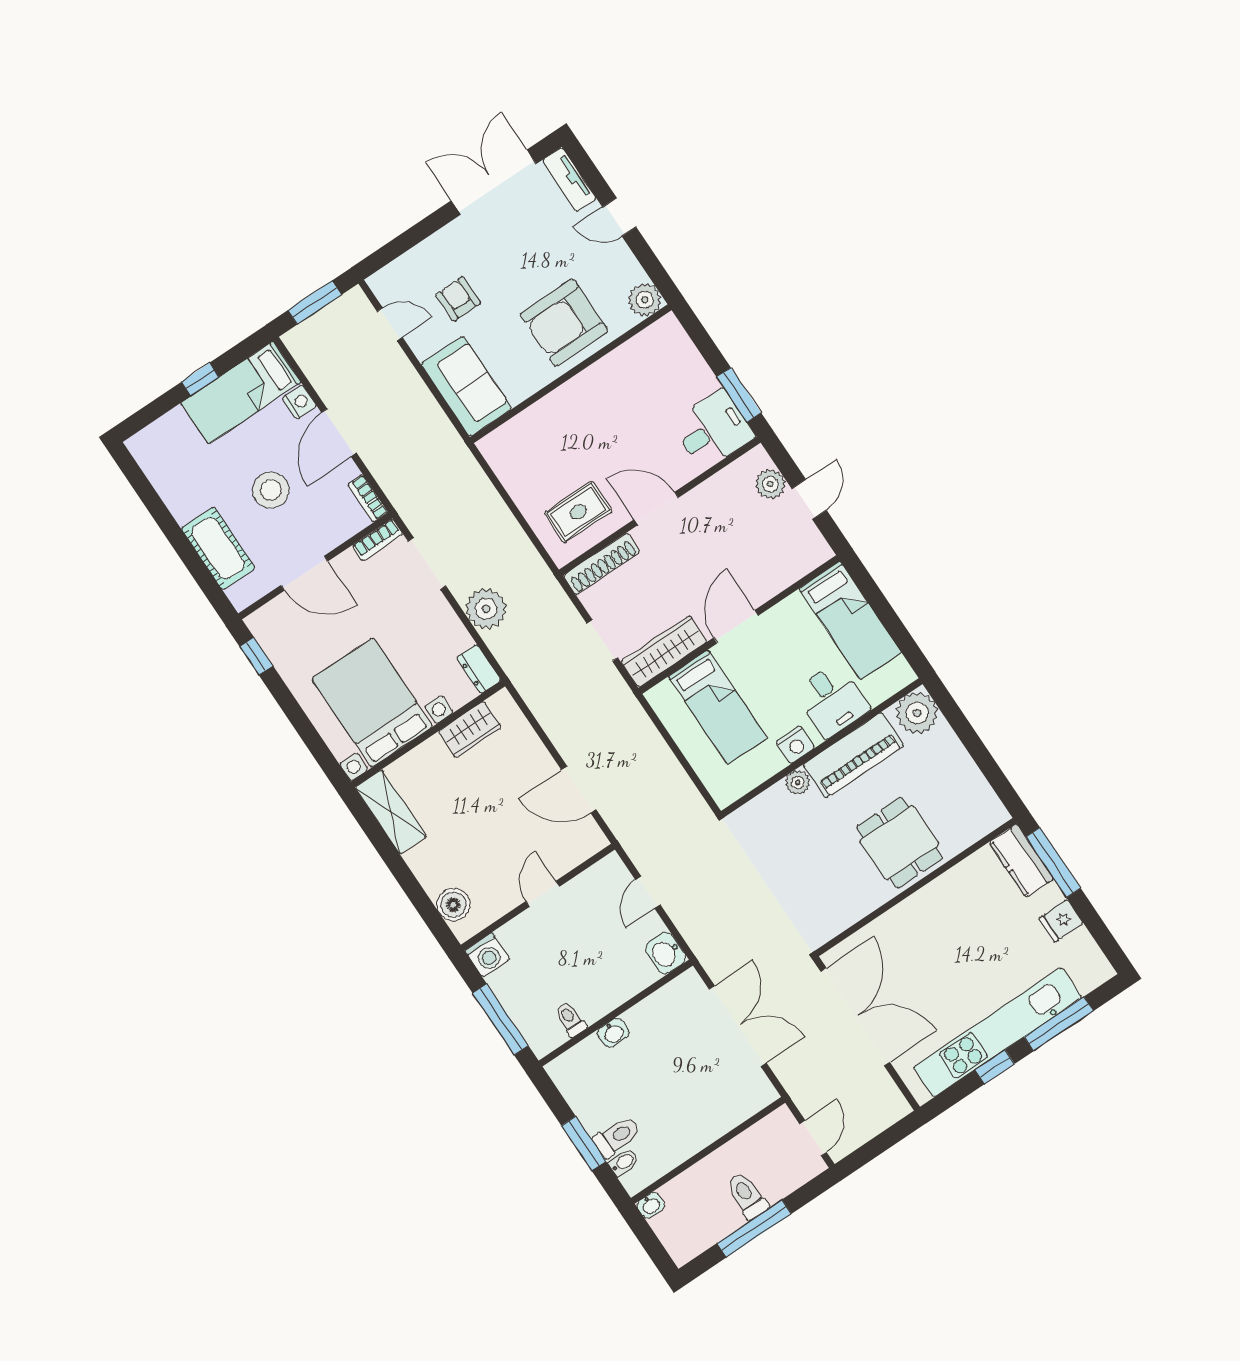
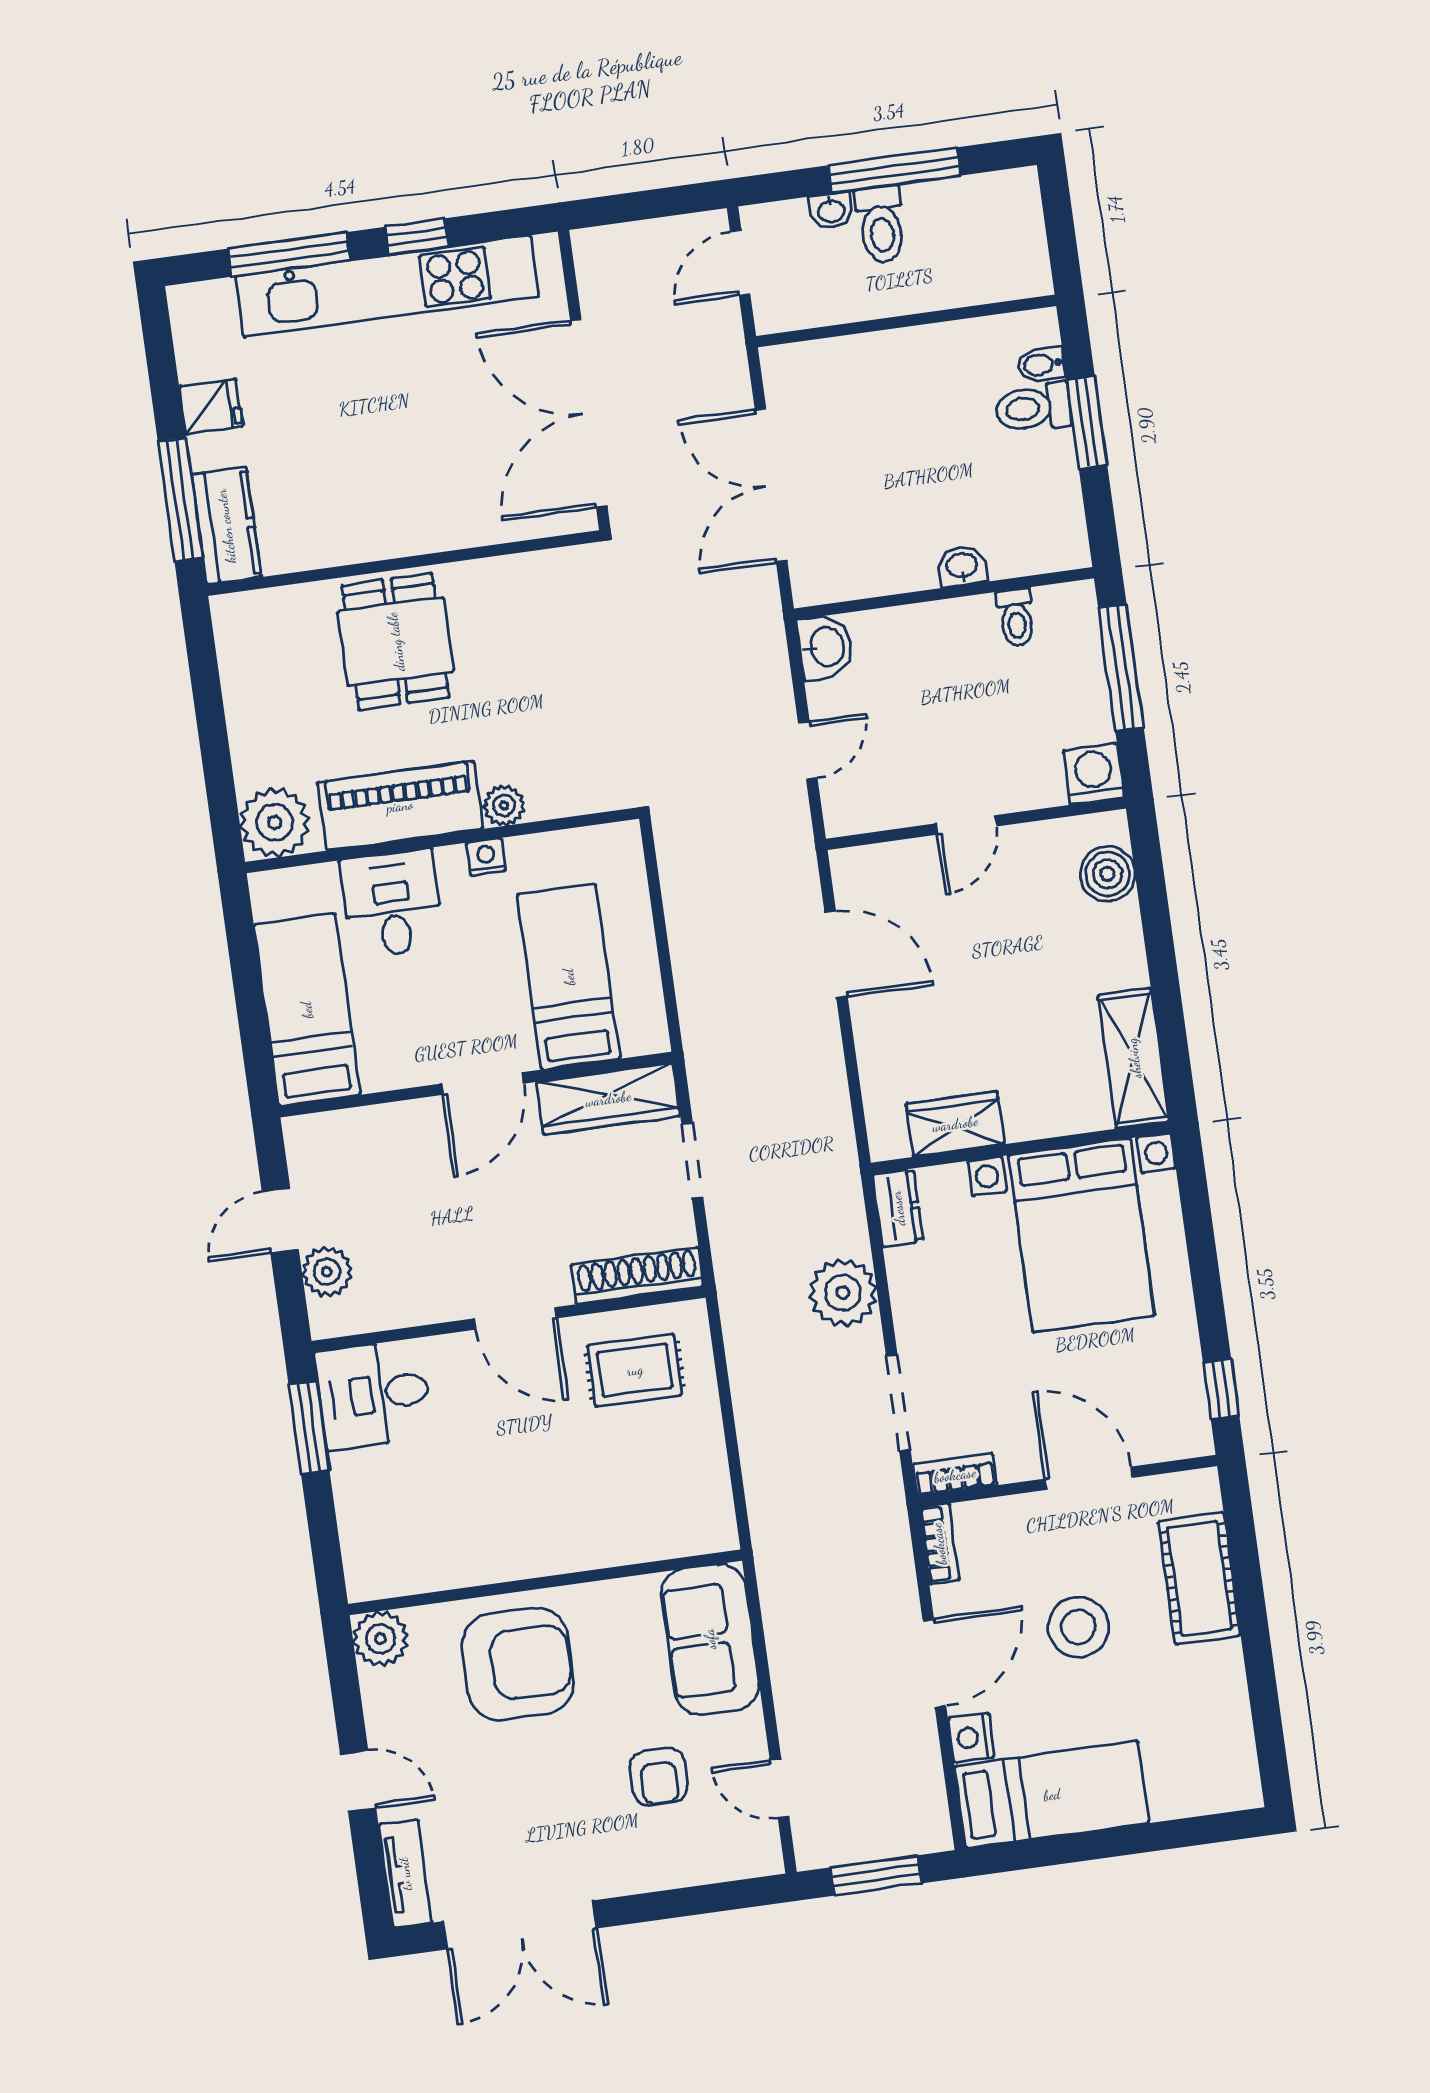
window: (200, 379) -> (1103, 1844), removed
nightstand: (795, 745) -> (486, 857), width x0.72, depth x0.74
washbasin: (651, 1205) -> (831, 211), moved, turned 180

